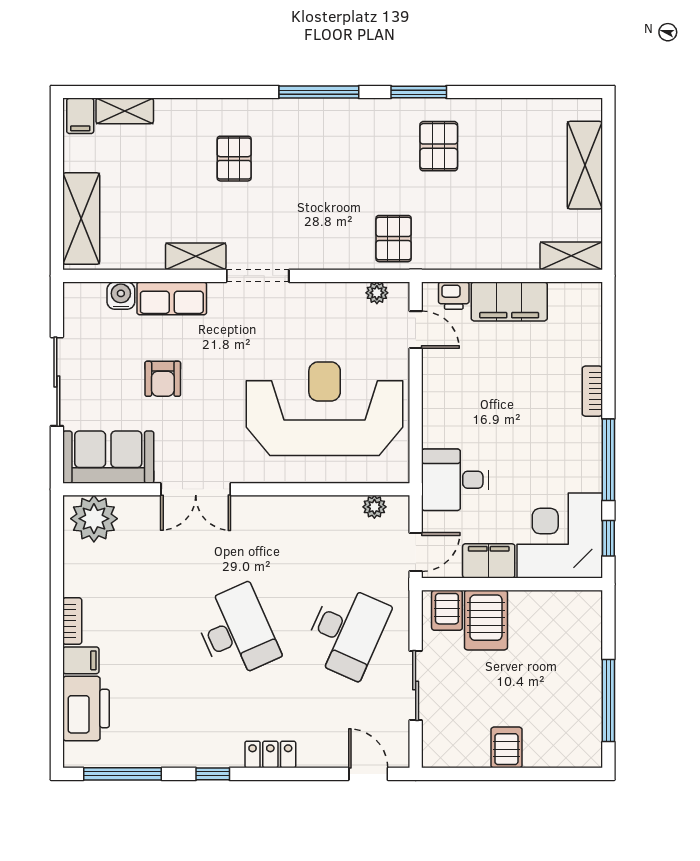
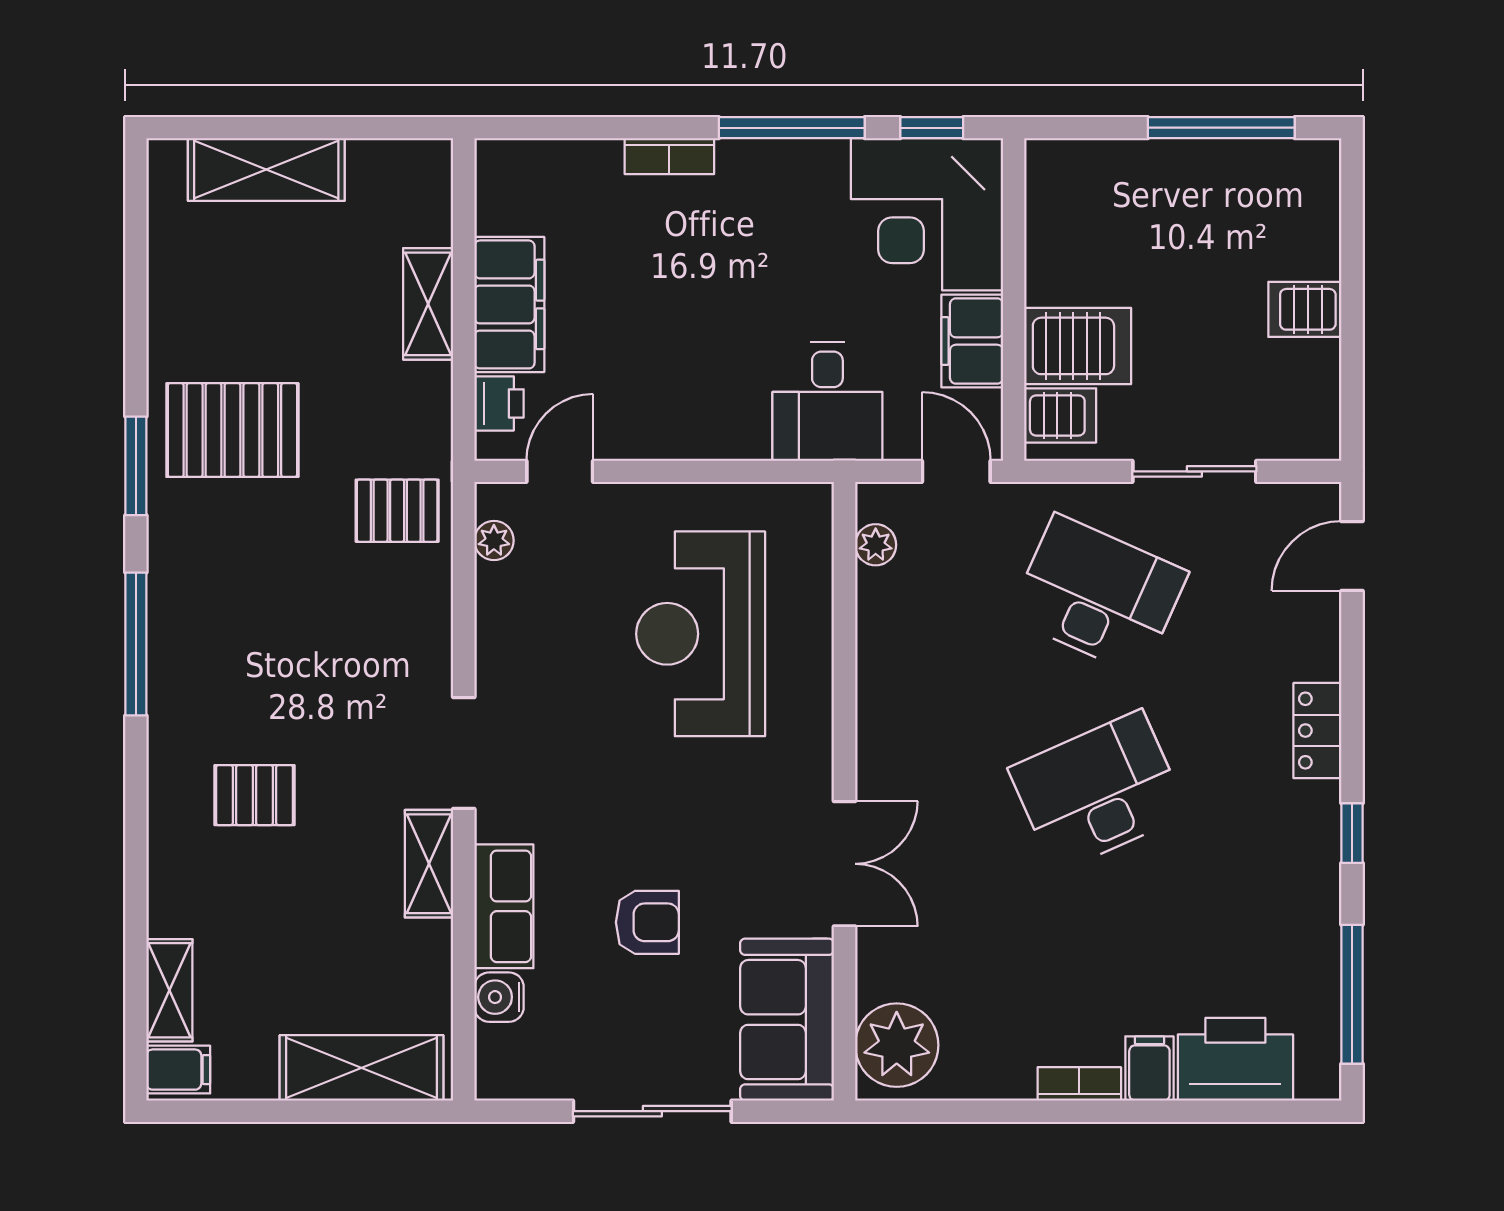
pallet: (439, 146) -> (232, 430), width x1.50, depth x1.42
shelving: (571, 256) -> (428, 304), moved
reception desk: (325, 409) -> (701, 634), width x0.74, depth x0.77

